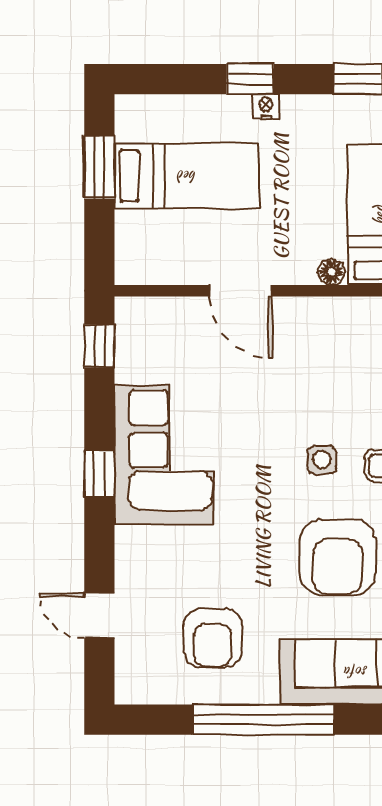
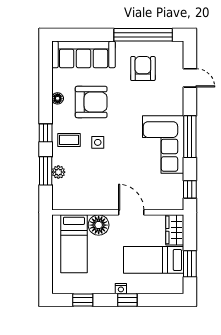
wardrobe: (136, 248) -> (175, 230), added
floor lamp: (331, 272) -> (99, 225), width x1.89, depth x1.89
window: (99, 474) -> (190, 137), width x2.17
armchair: (338, 557) -> (91, 102), turned 90
window: (263, 720) -> (143, 35), moved

